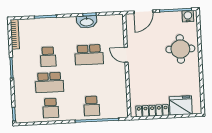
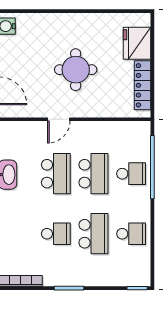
round table: (180, 49) -> (76, 70), moved
school desk: (90, 80) -> (93, 174), added

